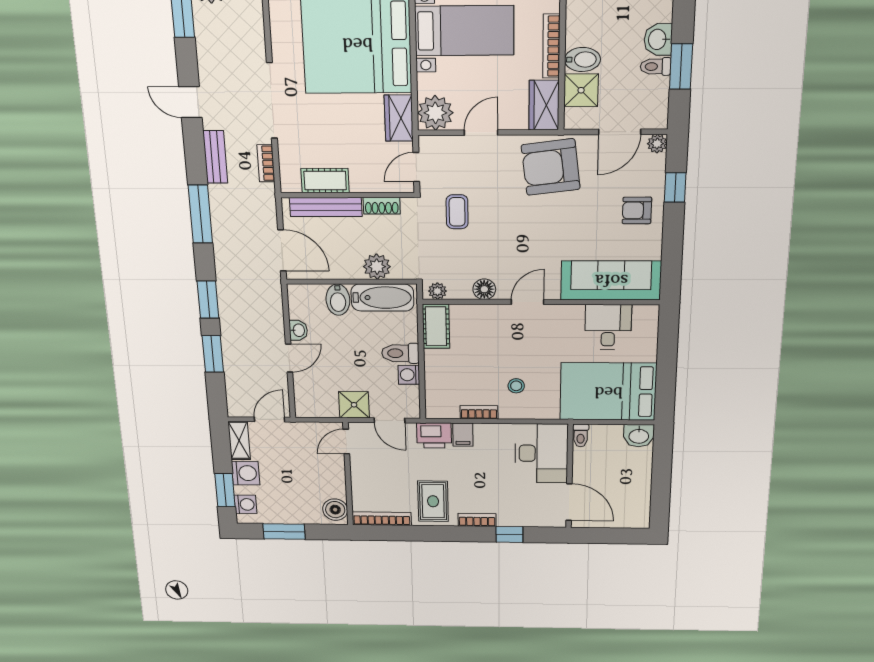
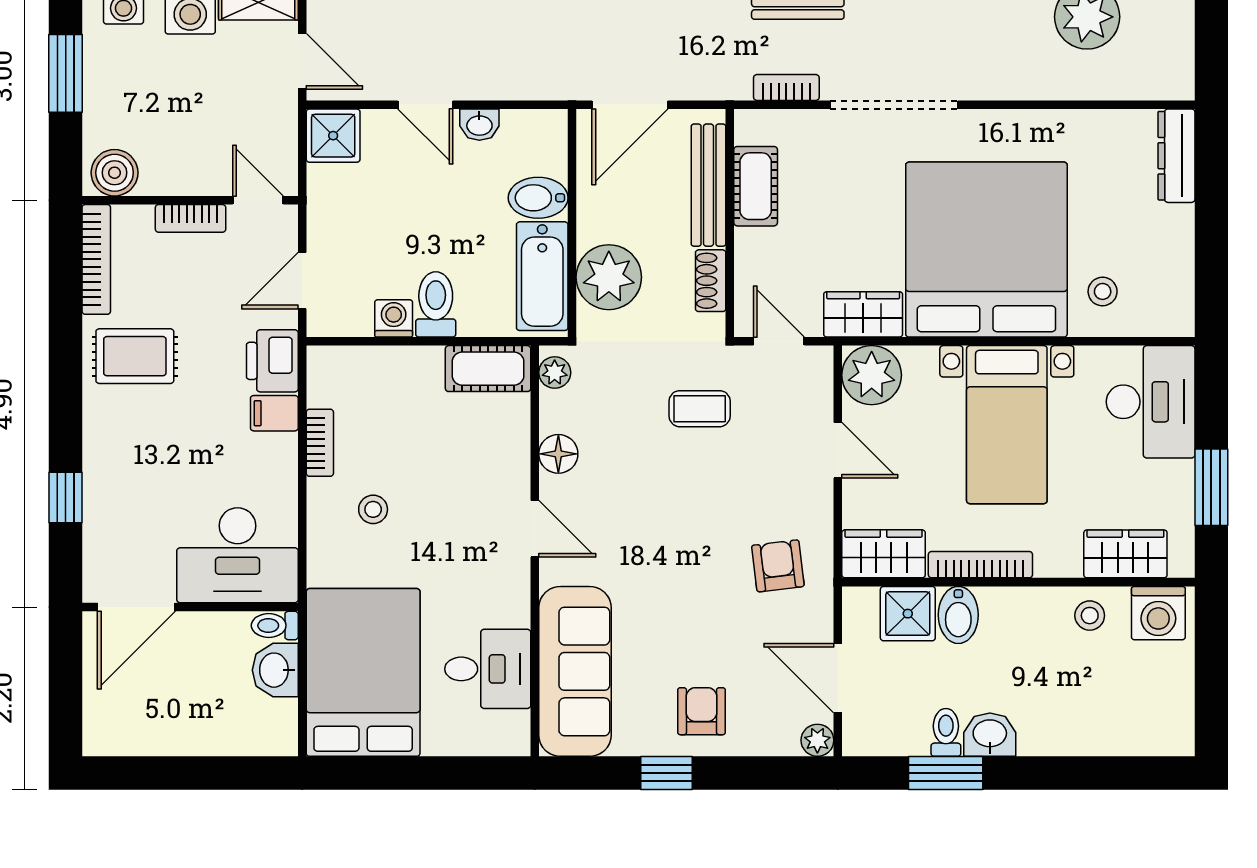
armchair: (551, 167) -> (778, 566), width x0.53, depth x0.53
window: (675, 188) -> (667, 773), moved
plant: (377, 267) -> (609, 277), width x1.36, depth x1.36
shower: (354, 405) -> (333, 136), moved
washbasin: (639, 436) -> (275, 670), moved
bookcase: (477, 520) -> (191, 218), moved, turned 90

